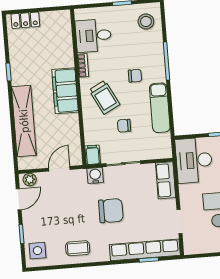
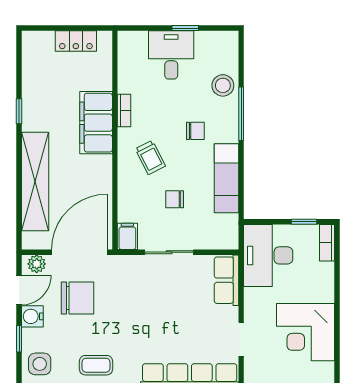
locker: (25, 20) -> (76, 41), moved
stool: (146, 21) -> (223, 85), moved
desk: (93, 36) -> (171, 55), moved, turned 90
filing cabinet: (65, 91) -> (96, 123), moved
trolley: (104, 97) -> (150, 157), width x0.73, depth x0.72
door: (59, 169) -> (79, 252), width x1.88
water cooler: (95, 175) -> (32, 316), moved, turned -90
chair: (111, 211) -> (77, 298), moved

